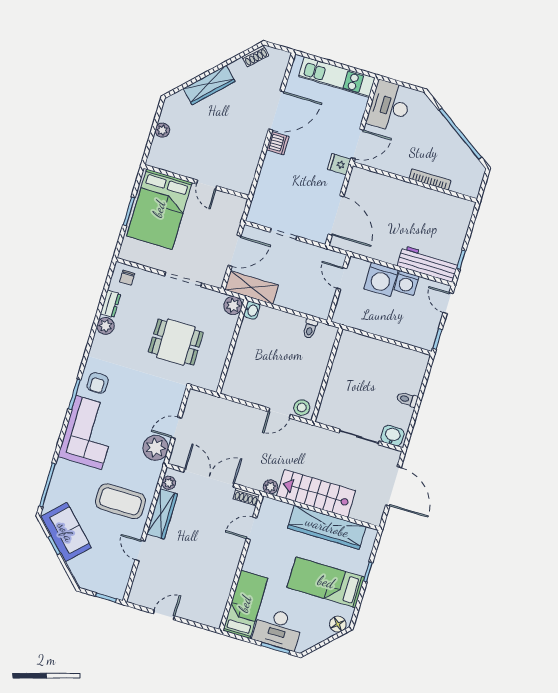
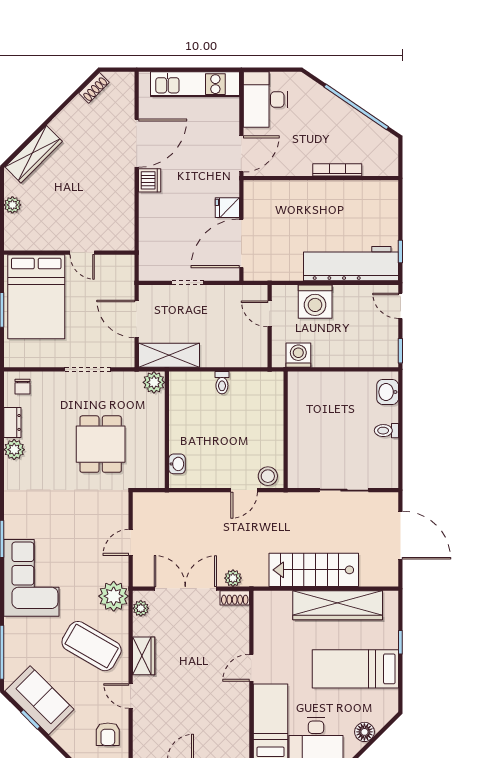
wardrobe: (209, 85) -> (34, 154), moved
fridge: (339, 164) -> (227, 208), moved
door: (336, 215) -> (241, 243), swing flipped
door: (234, 251) -> (137, 319), swing flipped
workbench: (428, 264) -> (351, 264), width x1.36, depth x1.32
washing machine: (406, 283) -> (298, 355), moved, turned 180
washbasin: (252, 310) -> (177, 464), moved
toilet: (310, 329) -> (222, 383), moved
dining table: (176, 342) -> (101, 444), turned 90
armchair: (98, 383) -> (108, 734), moved
washbasin: (392, 436) -> (388, 392), moved, turned -90
plant: (156, 448) -> (114, 596), moved
plant: (270, 487) -> (233, 578), moved
coffee table: (120, 501) -> (92, 646), turned 30
wardrobe: (162, 514) -> (144, 656), width x0.67
door: (251, 528) -> (251, 668), moved
floor lamp: (338, 624) -> (364, 732), moved

